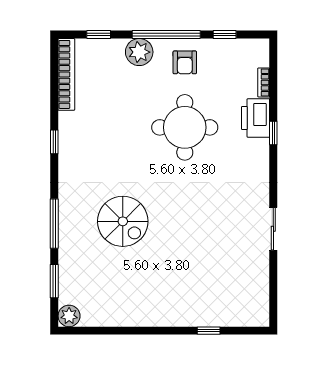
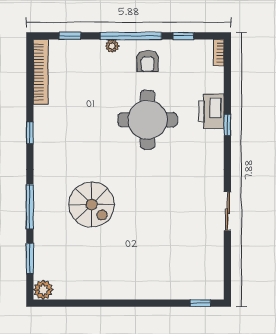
plant: (139, 52) -> (112, 46), width x0.53, depth x0.53
bookcase: (264, 82) -> (219, 53), moved
window: (209, 331) -> (200, 303), moved

